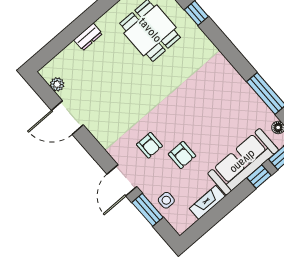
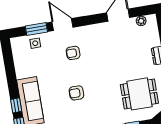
armchair: (182, 155) -> (76, 93), moved
fireplace: (207, 202) -> (19, 66), removed

